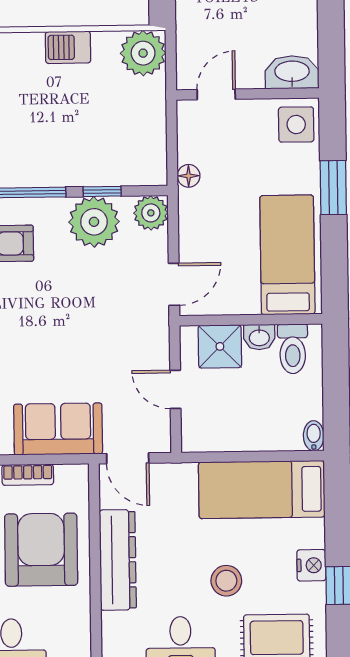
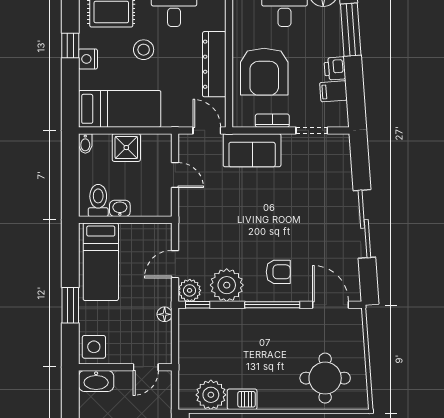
plant: (143, 53) -> (211, 395), moved
window: (102, 191) -> (198, 305), moved
door: (174, 284) -> (175, 264), moved
shower: (220, 346) -> (126, 148), moved

